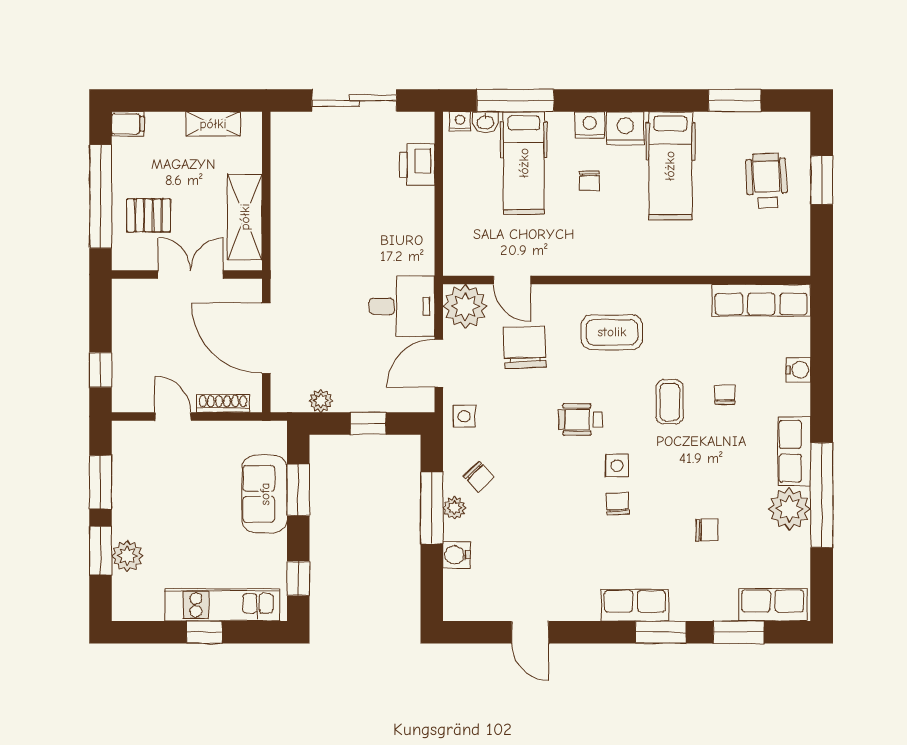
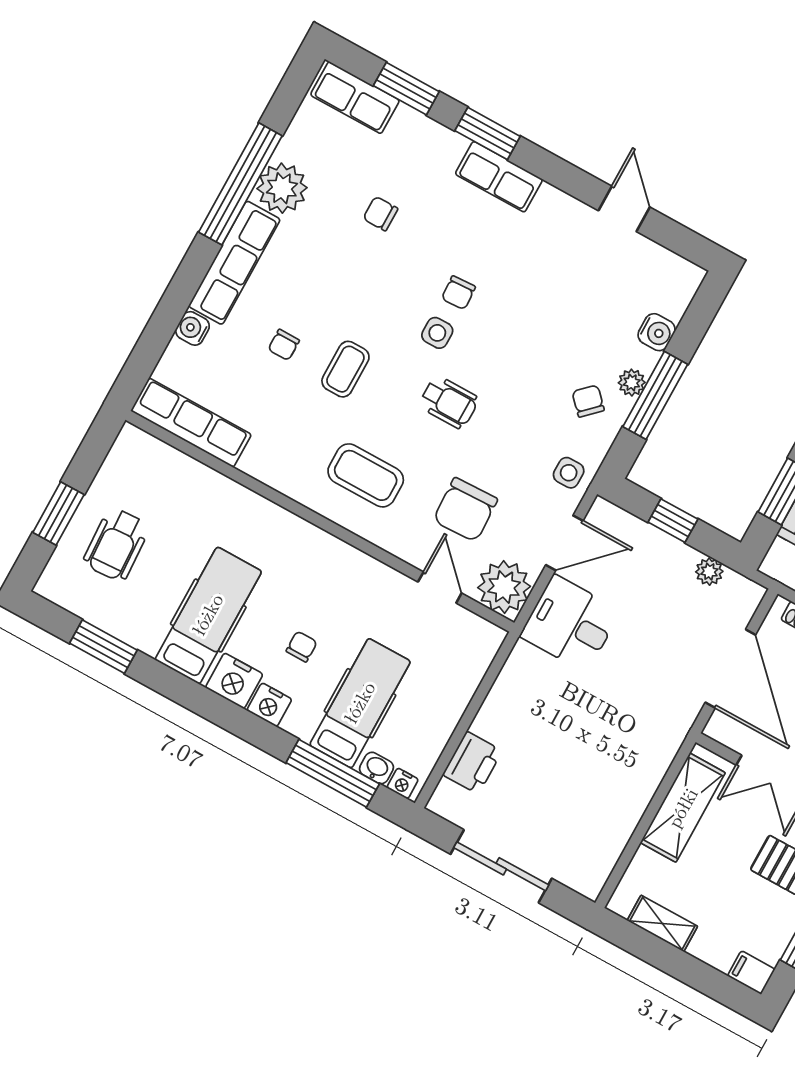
row of seats: (794, 451) -> (234, 263), width x1.48

